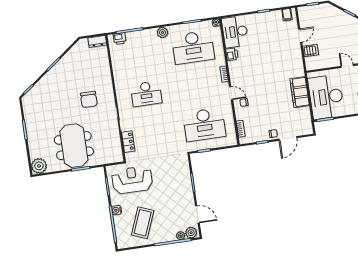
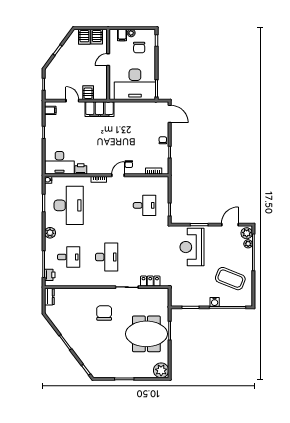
desk: (141, 55) -> (69, 257), added
filing cabinet: (300, 92) -> (99, 109), moved
chair: (89, 99) -> (104, 313), turned -90
desk: (204, 125) -> (145, 205), width x0.53, depth x0.77
door: (288, 138) -> (170, 114), moved
reception desk: (132, 180) -> (192, 247), moved

